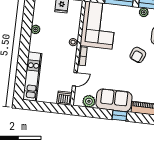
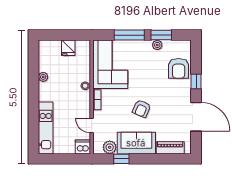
armchair: (138, 55) -> (142, 109), moved
door: (75, 79) -> (92, 125), swing flipped
window: (120, 116) -> (121, 159), moved

